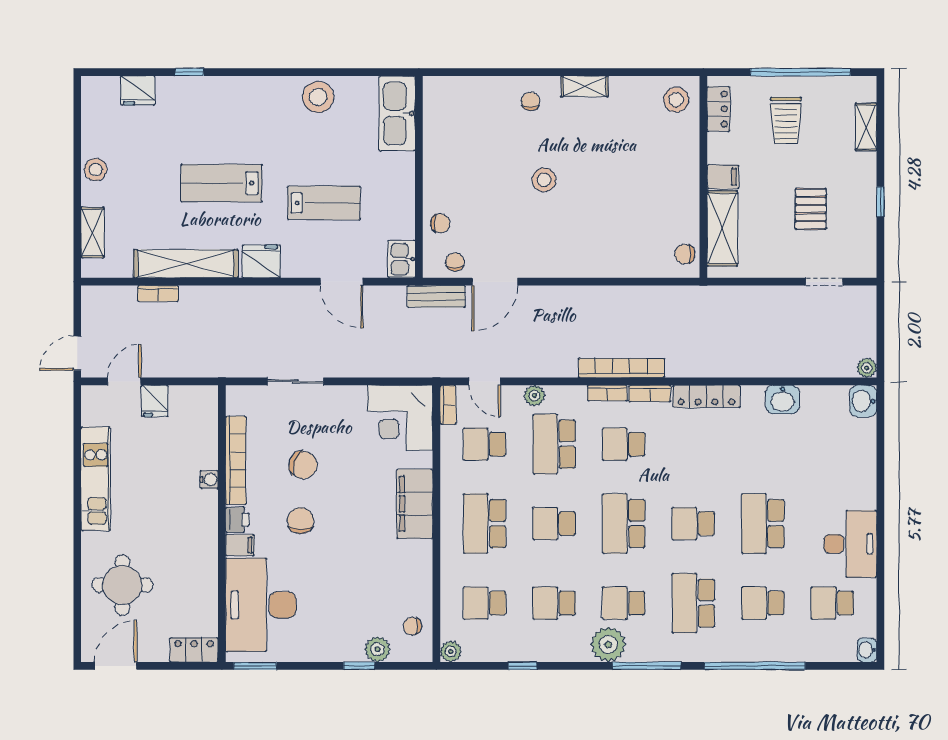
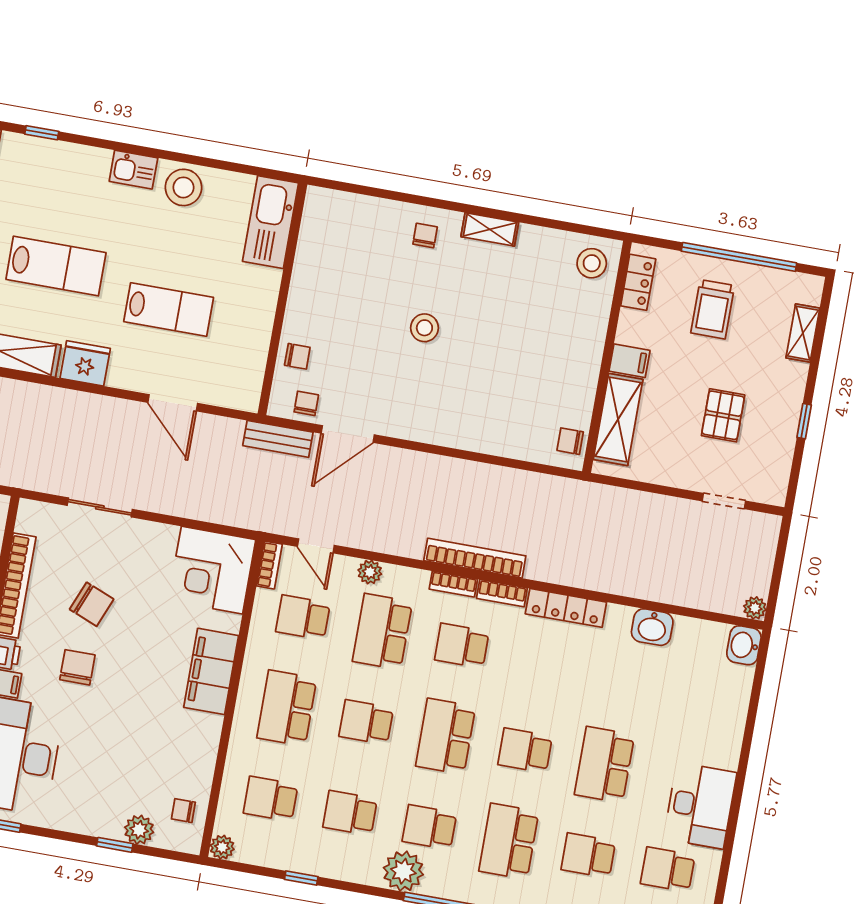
lab bench: (222, 183) -> (56, 266), turned 180
kitchen sink: (402, 259) -> (133, 170), moved, turned -90

